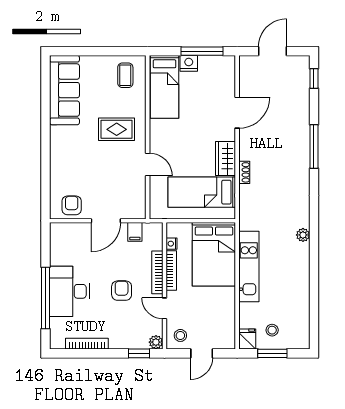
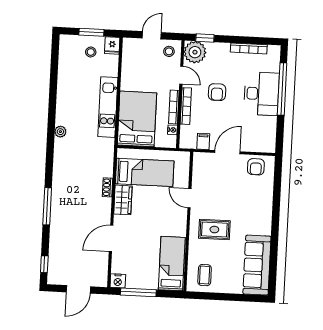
nightstand: (189, 63) -> (118, 281), moved
plant: (156, 342) -> (195, 52), width x1.88, depth x1.88

